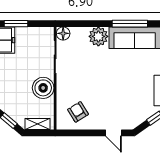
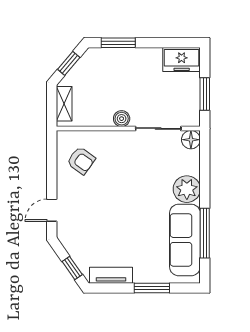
window: (16, 24) -> (205, 94), moved
boiler: (43, 88) -> (122, 119), width x0.54, depth x0.54
armchair: (78, 112) -> (81, 161), turned 68

